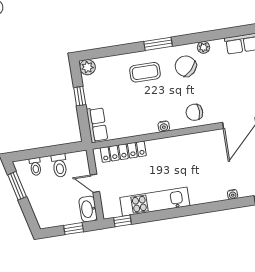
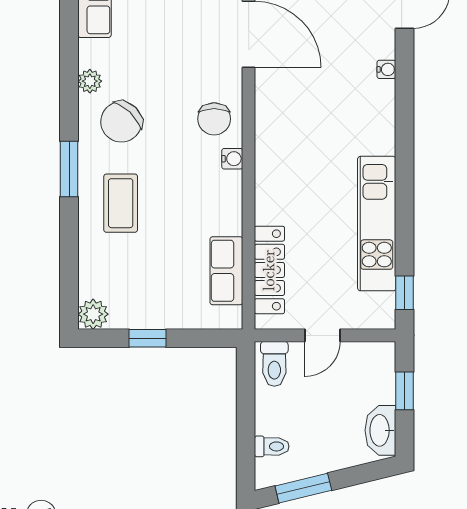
row of seats: (97, 125) -> (226, 271), moved, turned -90
water cooler: (164, 126) -> (232, 159), moved
toilet: (59, 166) -> (274, 364), moved, turned 90
washbasin: (88, 209) -> (380, 430), moved, turned 90

